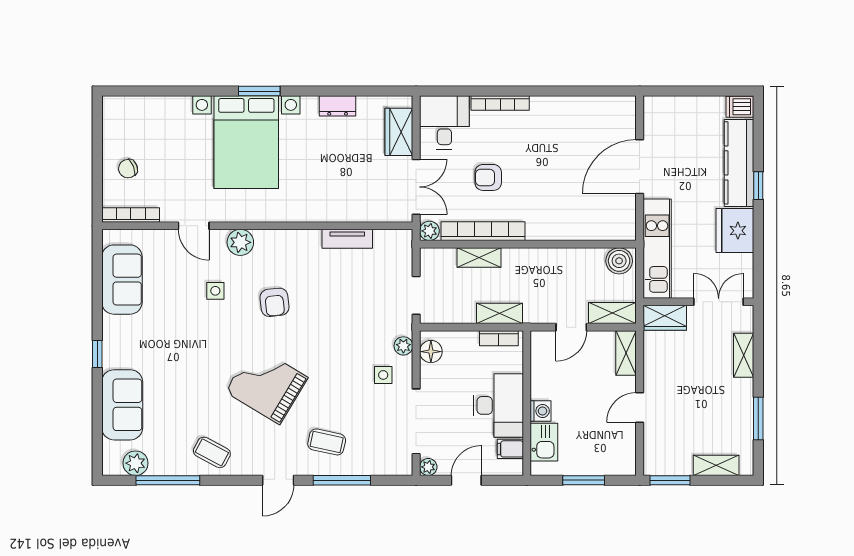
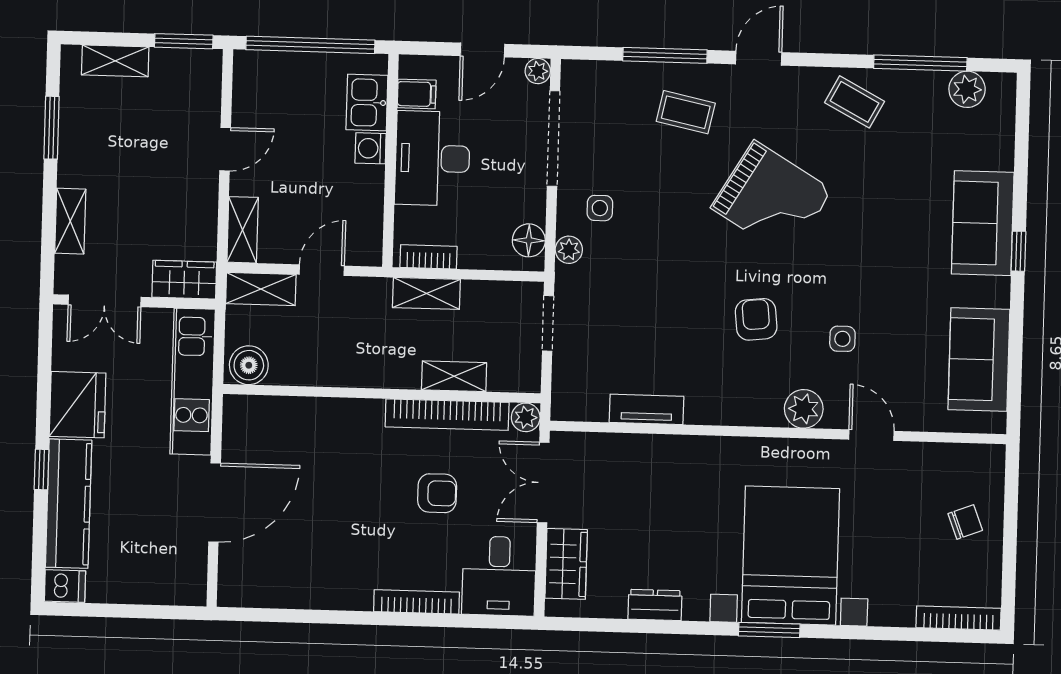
bookcase: (131, 215) -> (959, 618), moved, turned 180
sofa: (122, 405) -> (983, 223), moved
window: (584, 480) -> (310, 45), width x2.11

